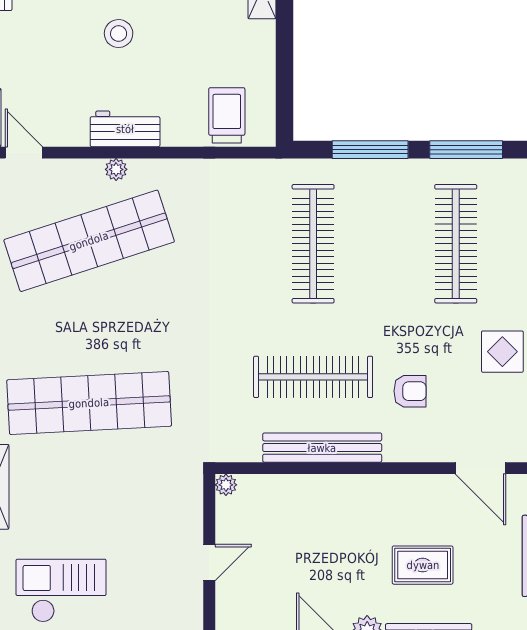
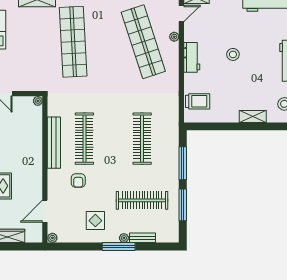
plant: (116, 169) -> (174, 37), moved
clothes rail: (313, 244) -> (142, 139), turned 90

